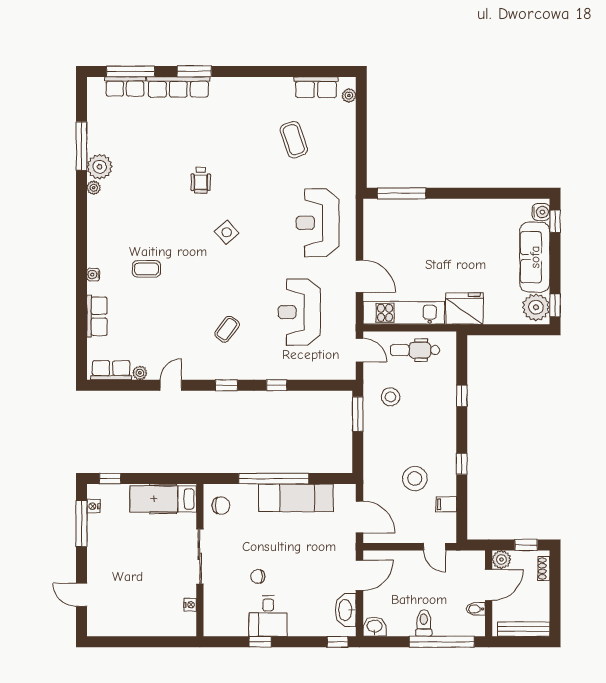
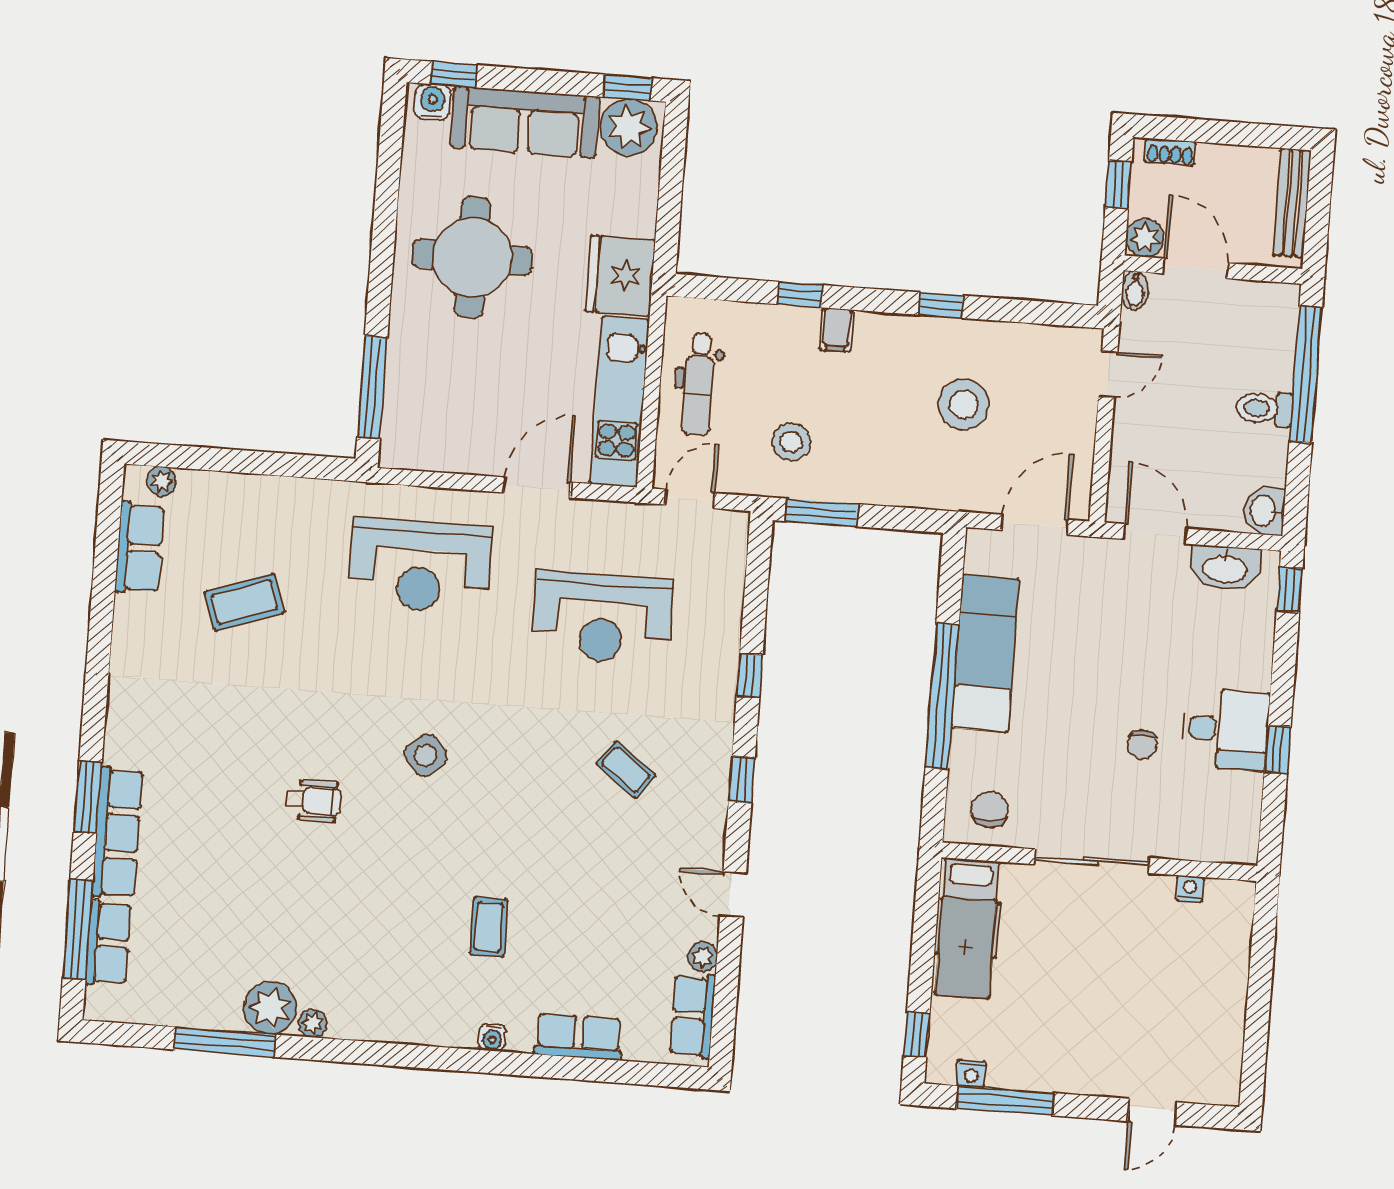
round table: (468, 237) -> (472, 257), added
filing cabinet: (446, 504) -> (837, 330), moved
bidet: (476, 609) -> (1135, 291), moved

